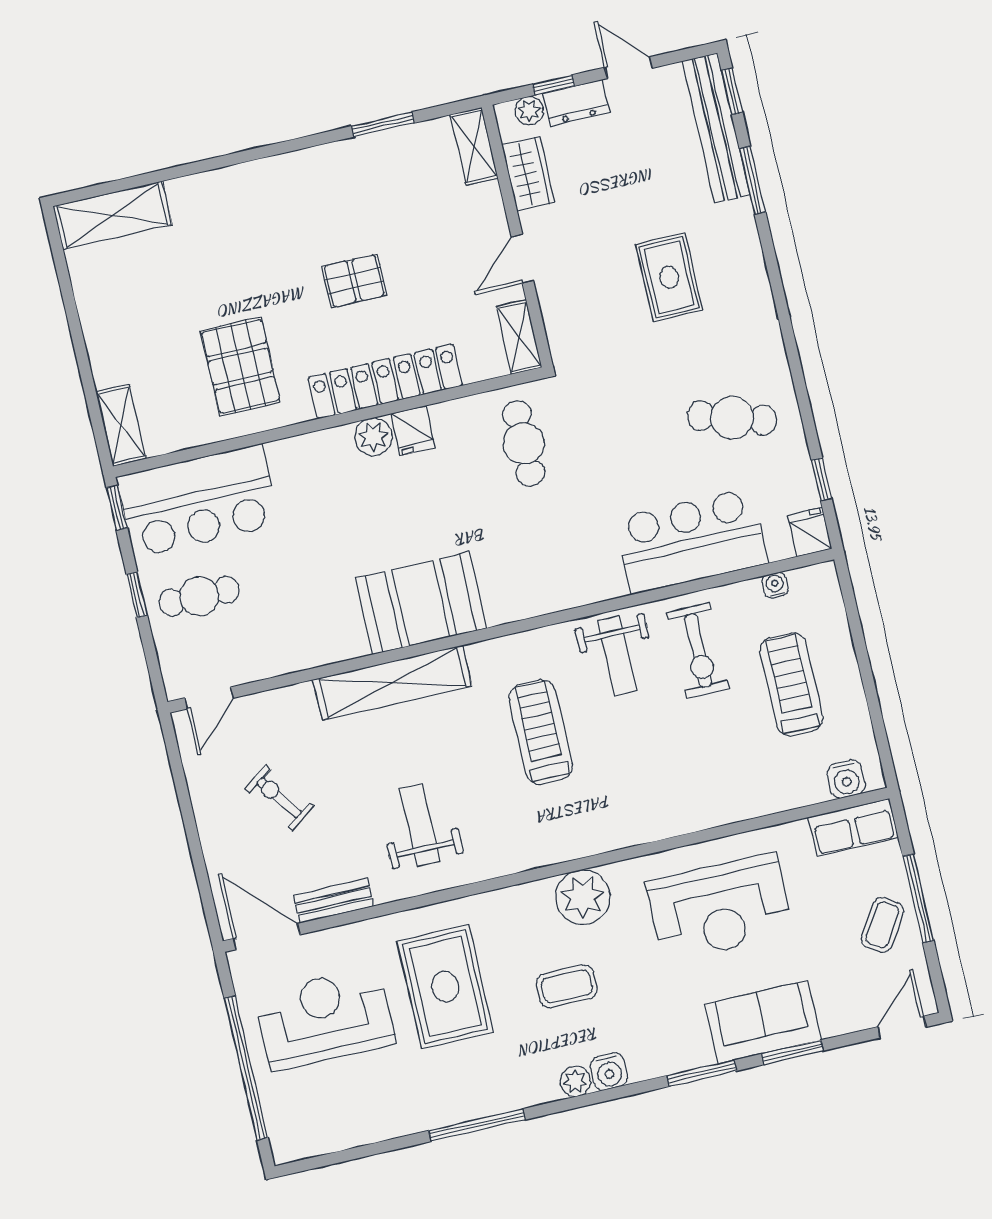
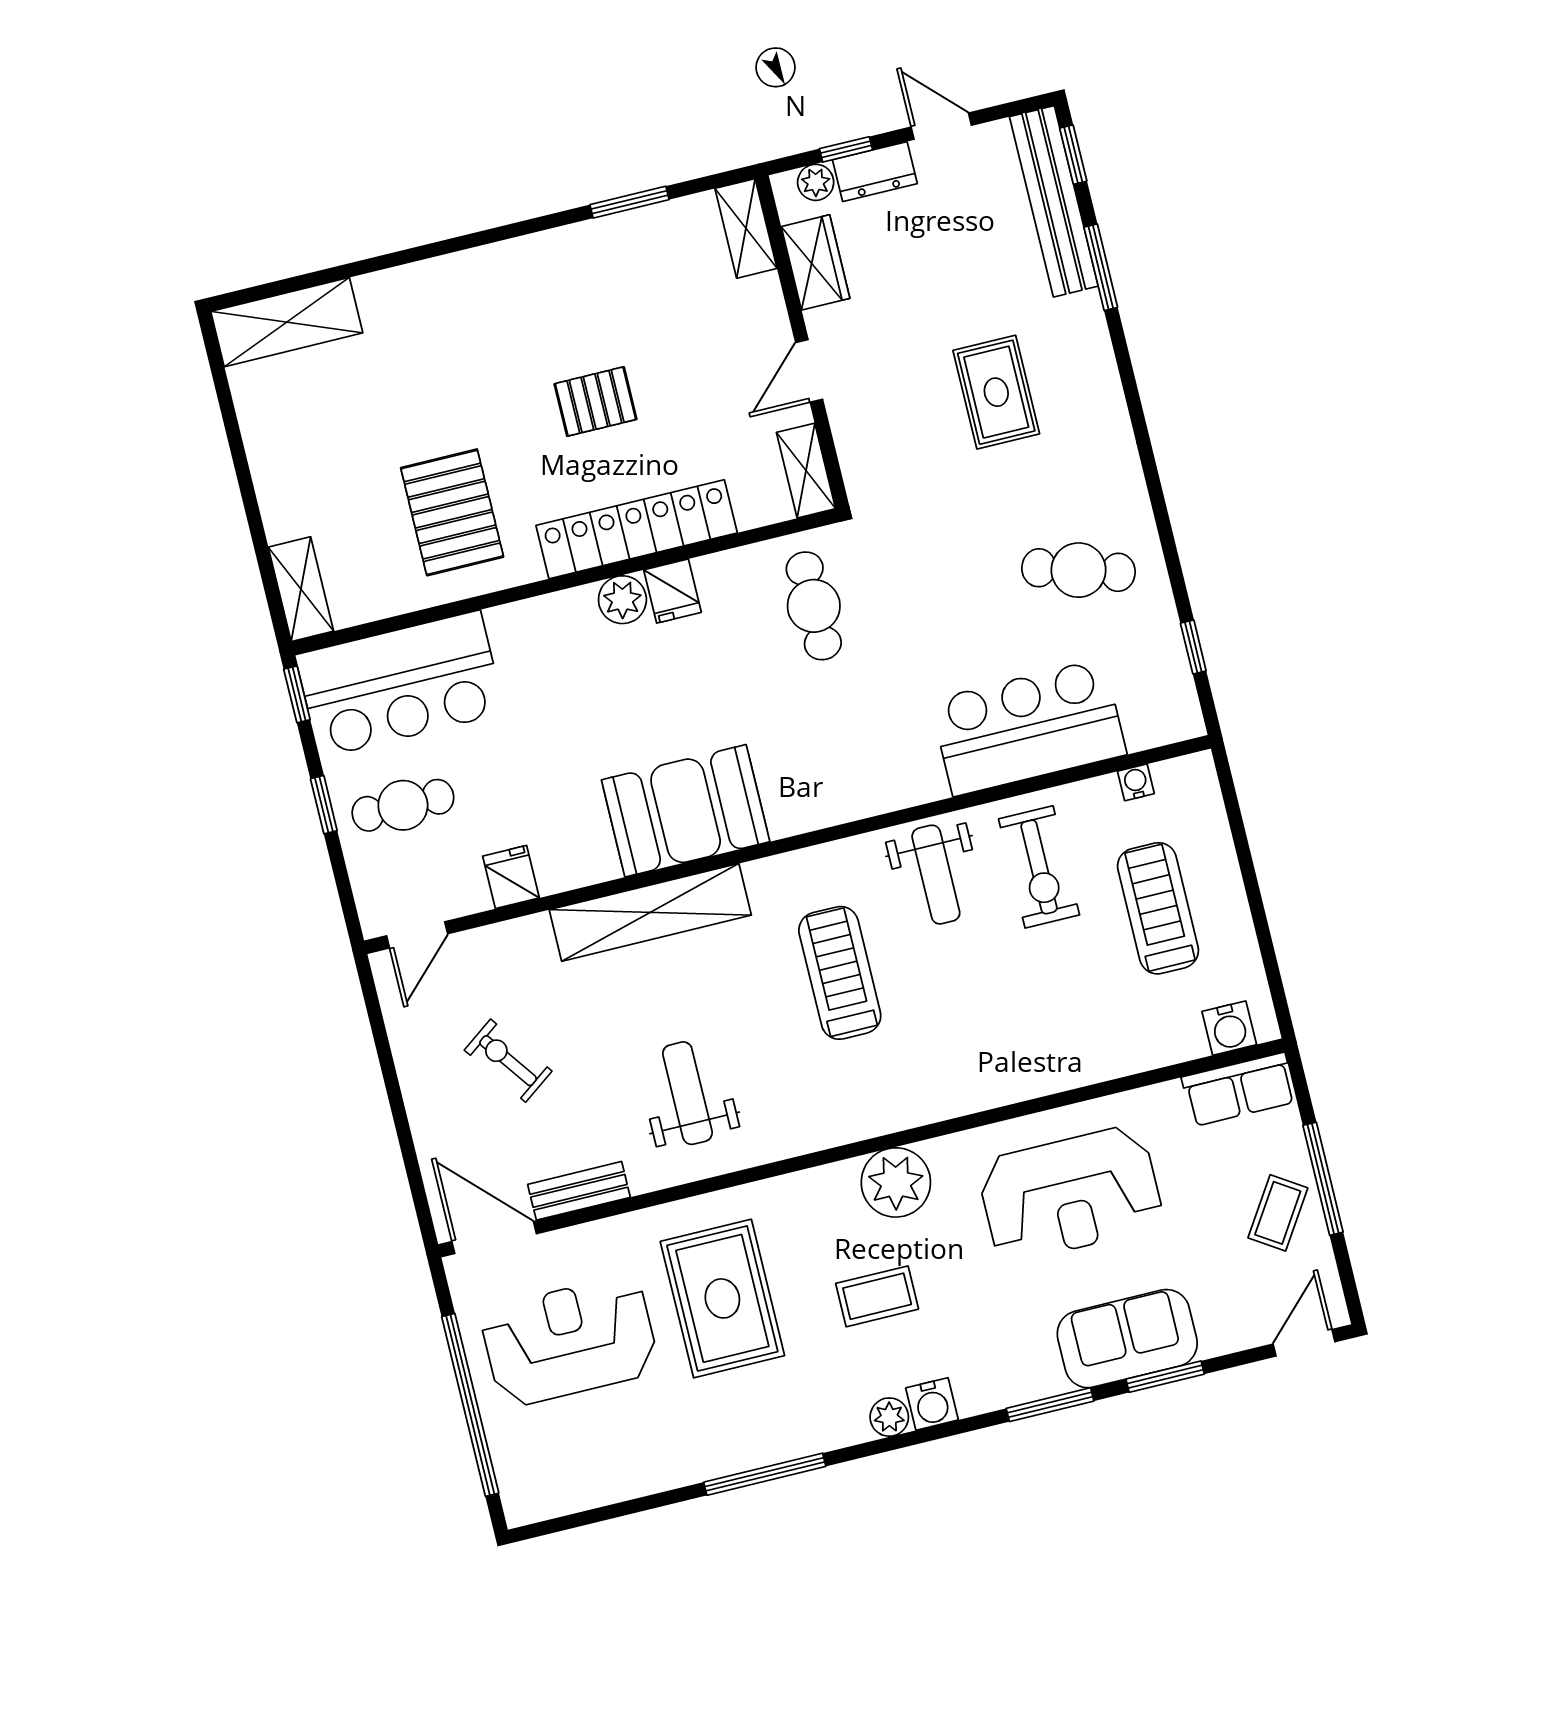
fridge: (810, 532) -> (511, 877), moved

